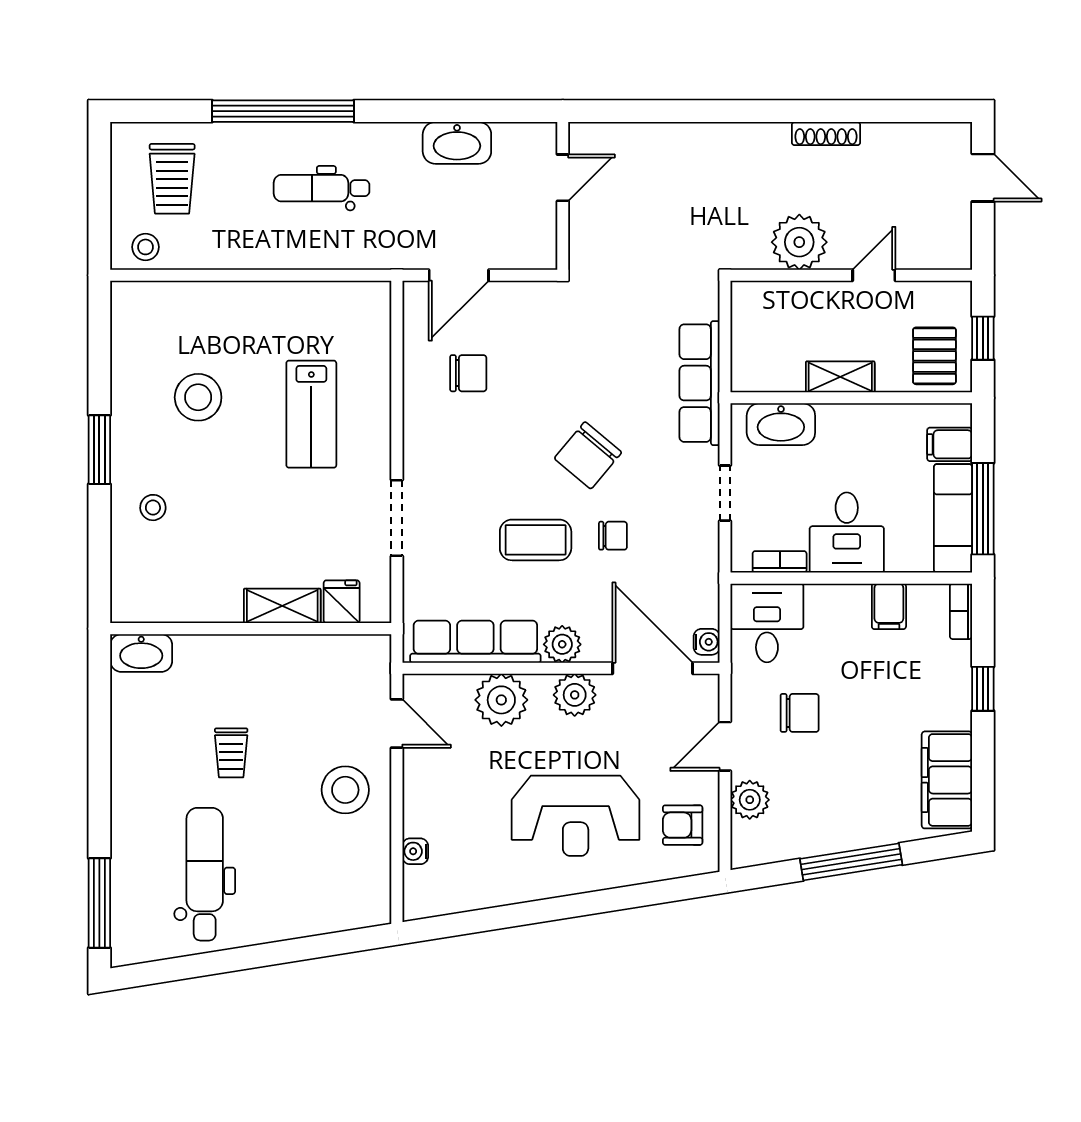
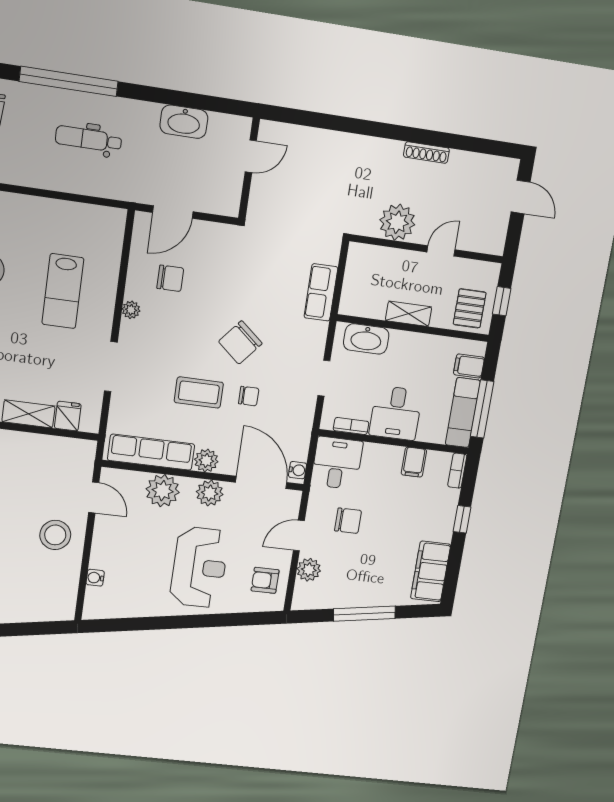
row of seats: (700, 383) -> (321, 292), width x0.68
plant: (416, 428) -> (131, 310), added
reception desk: (576, 816) -> (199, 567), turned -90

